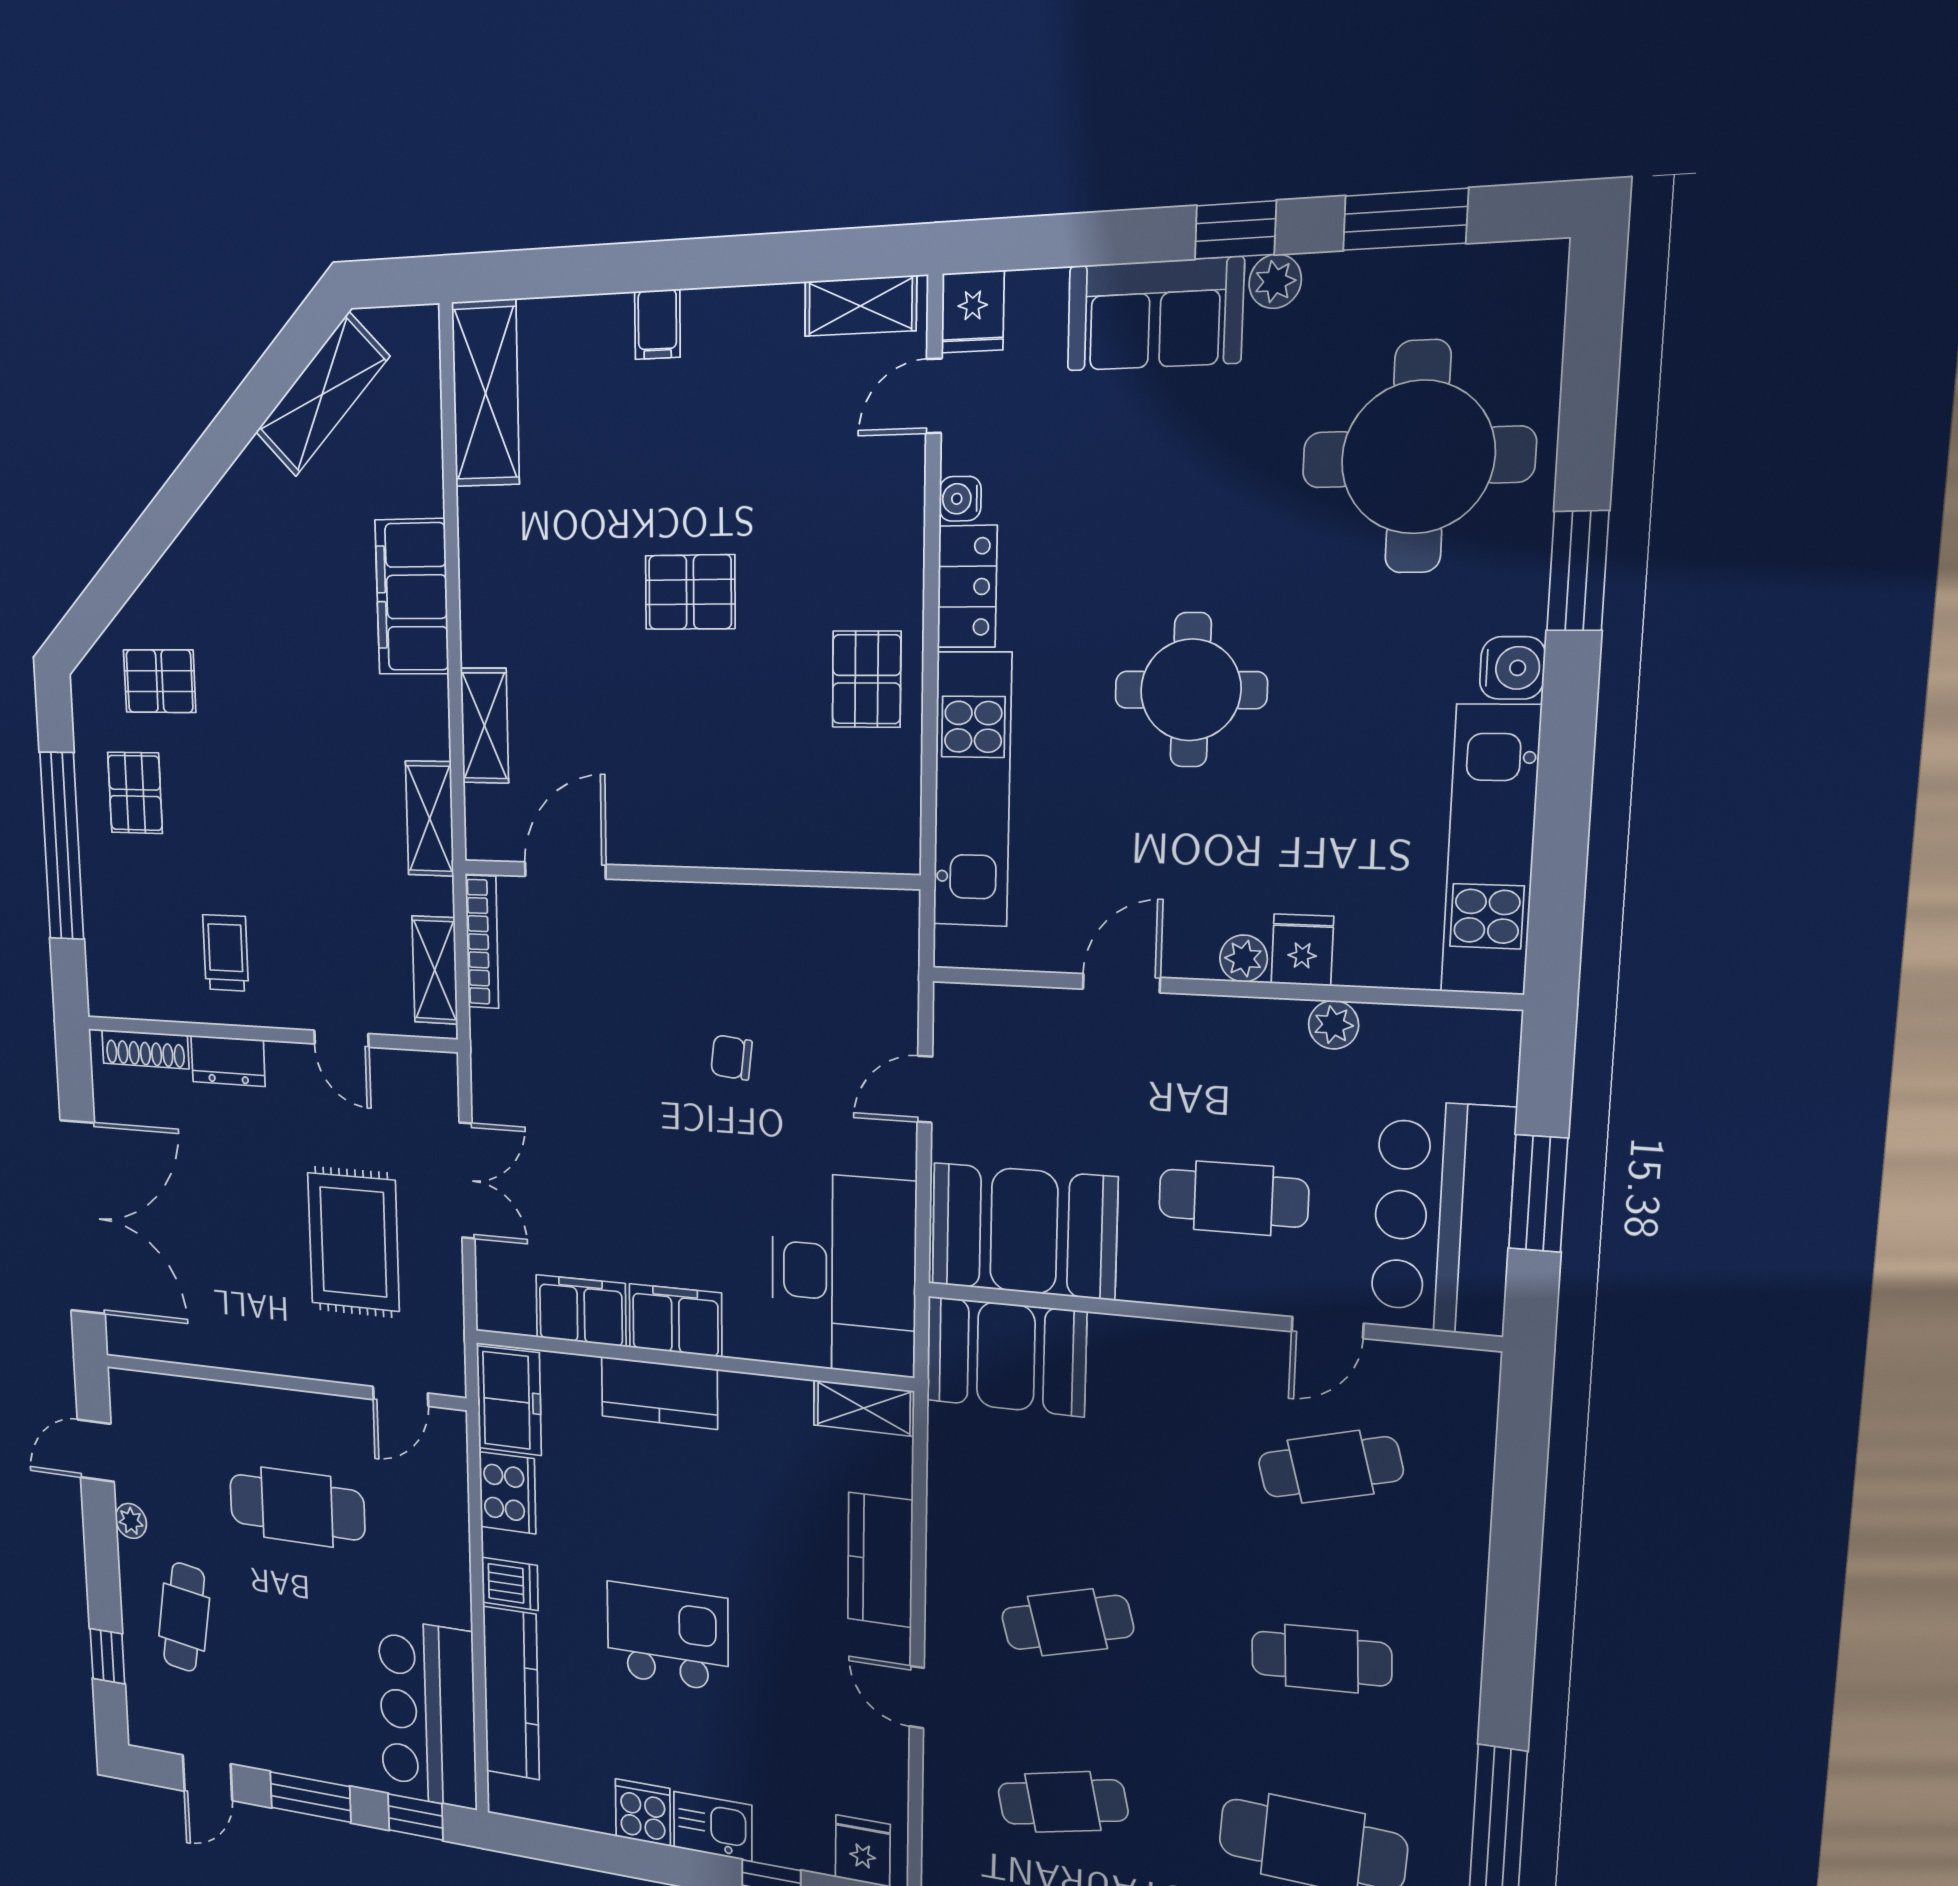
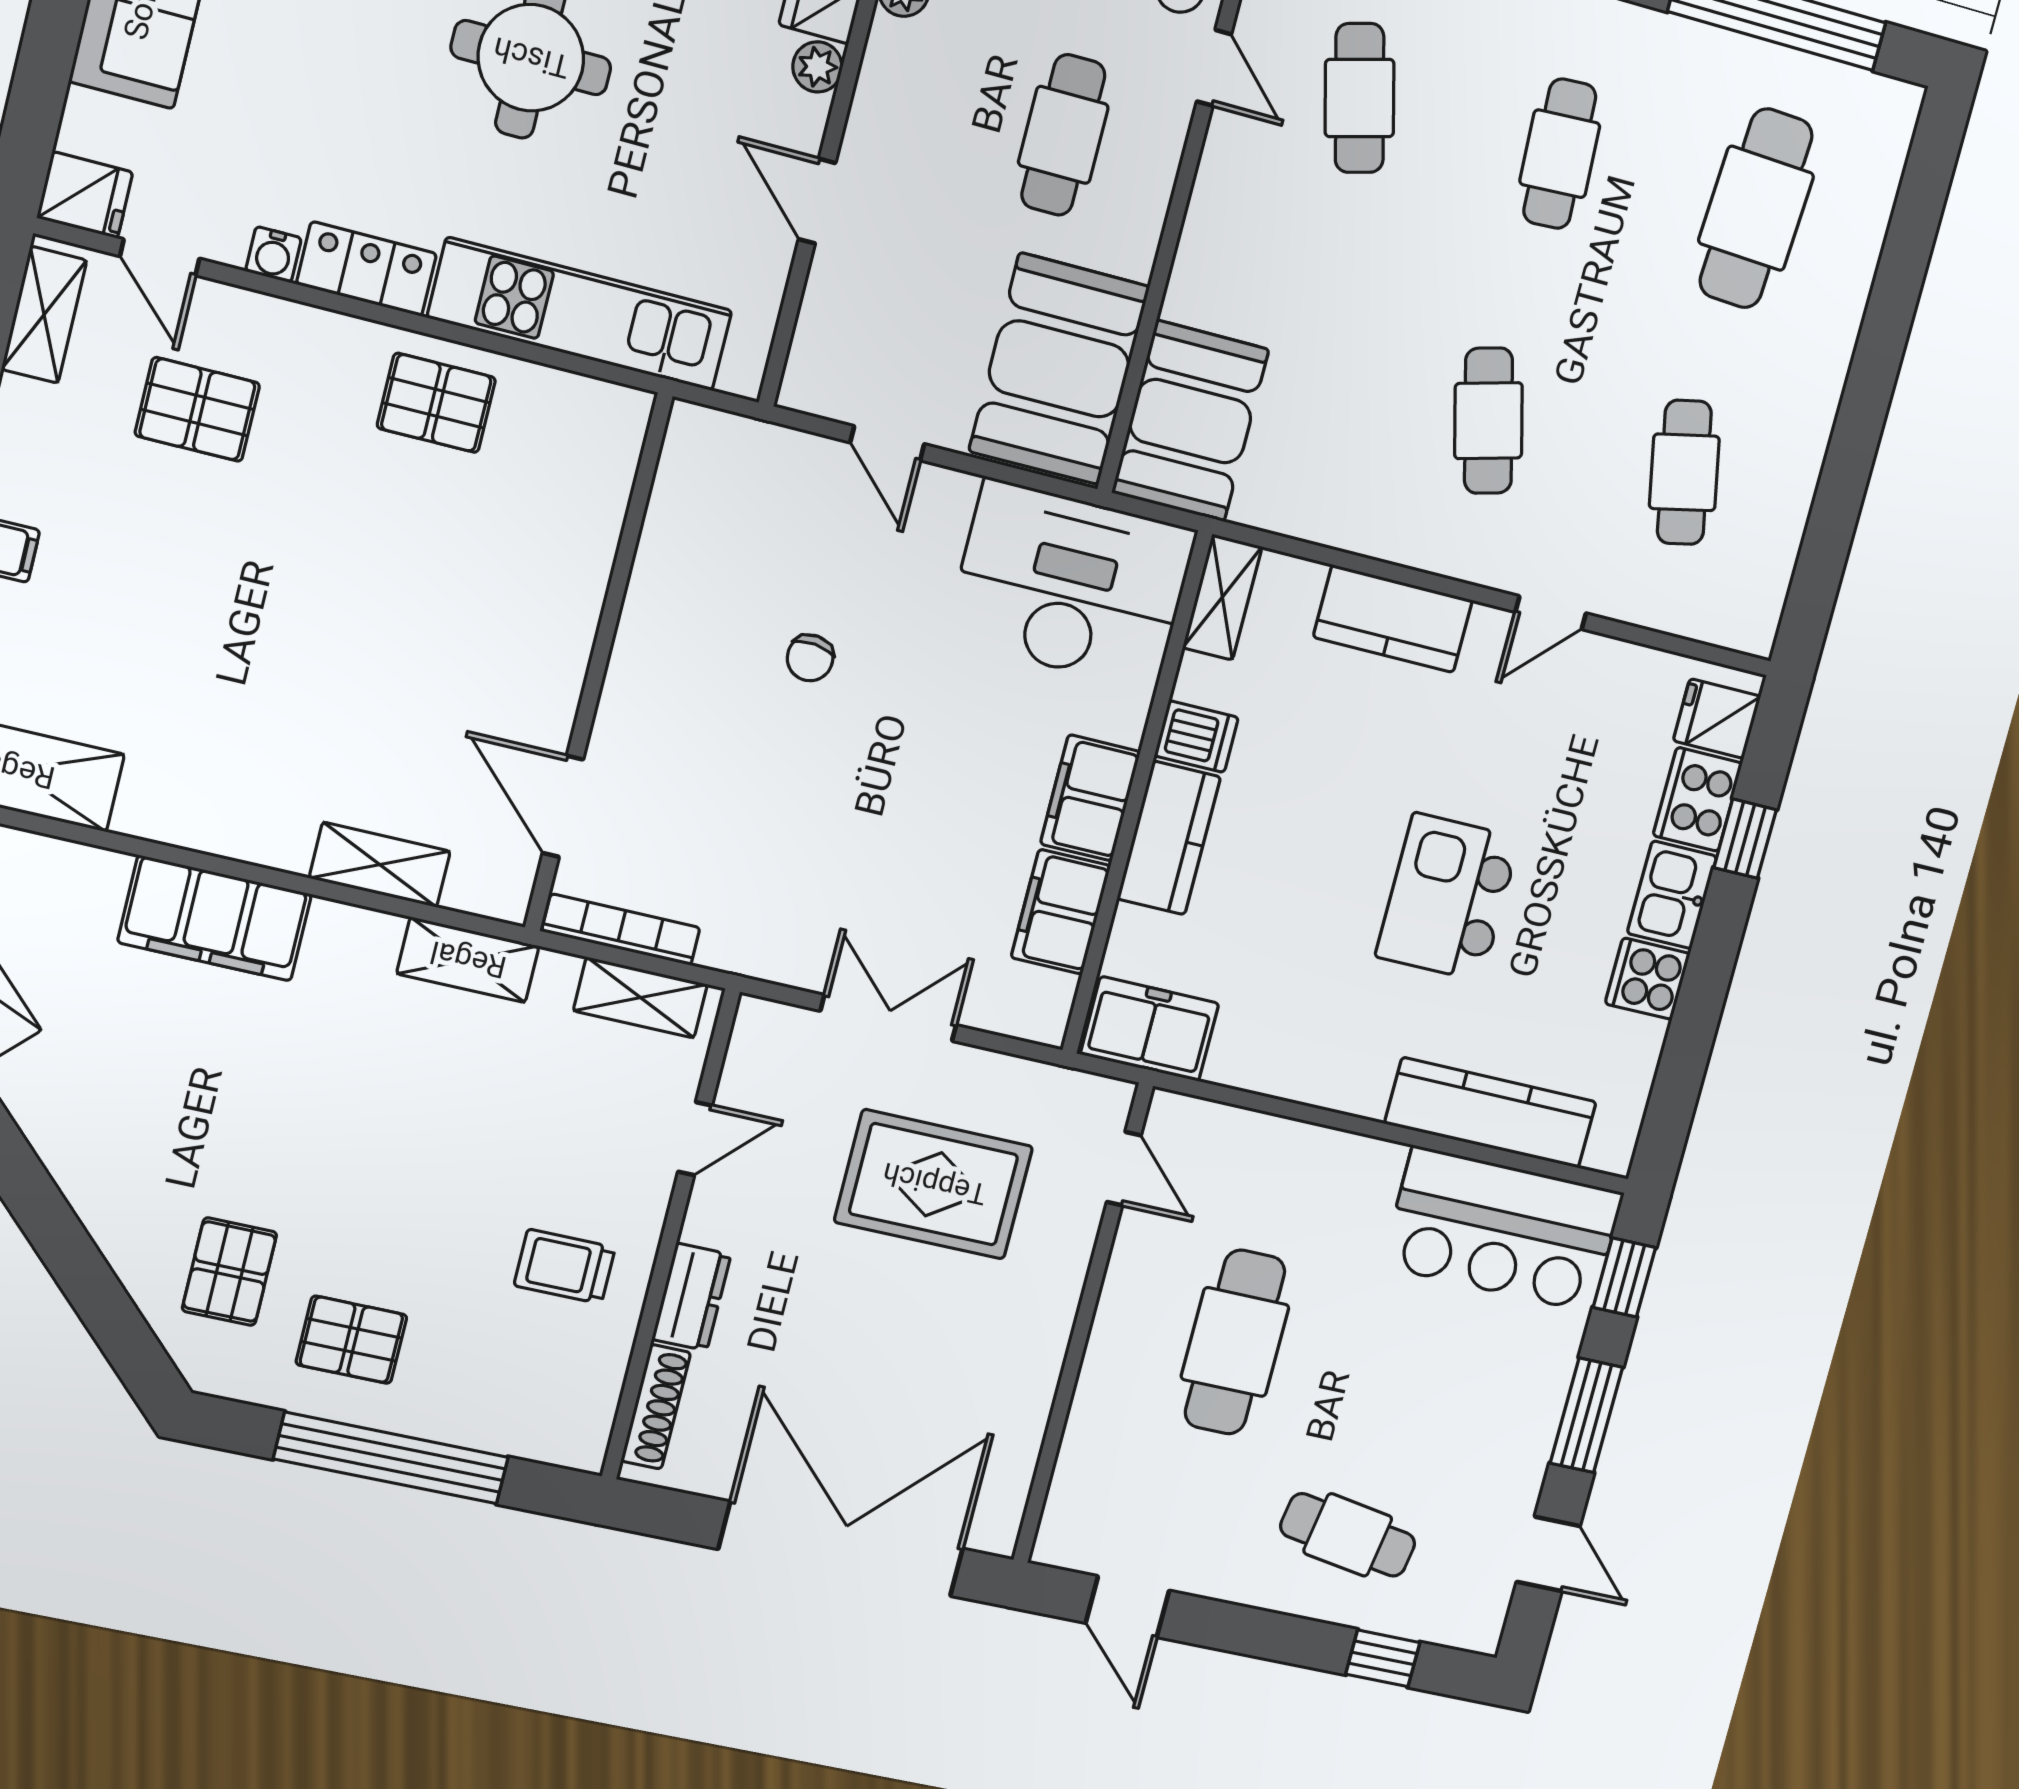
pallet: (690, 592) -> (197, 409), moved, turned 90
cooker: (507, 1493) -> (1698, 799), moved, turned -90
plant: (131, 1521) -> (1220, 1579), removed
dishwasher: (510, 1584) -> (1196, 737), moved, turned 90

